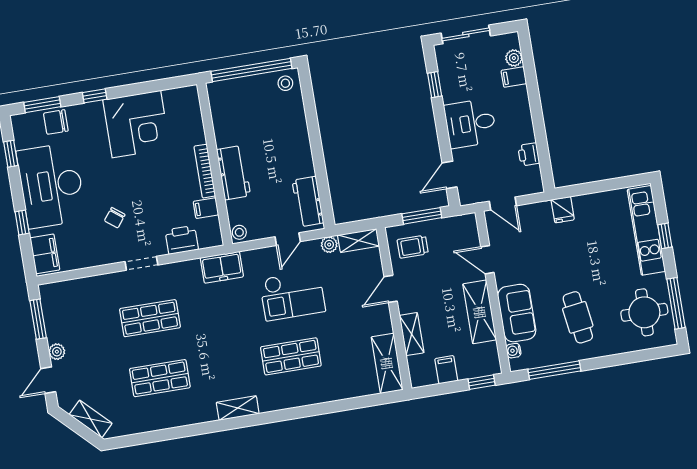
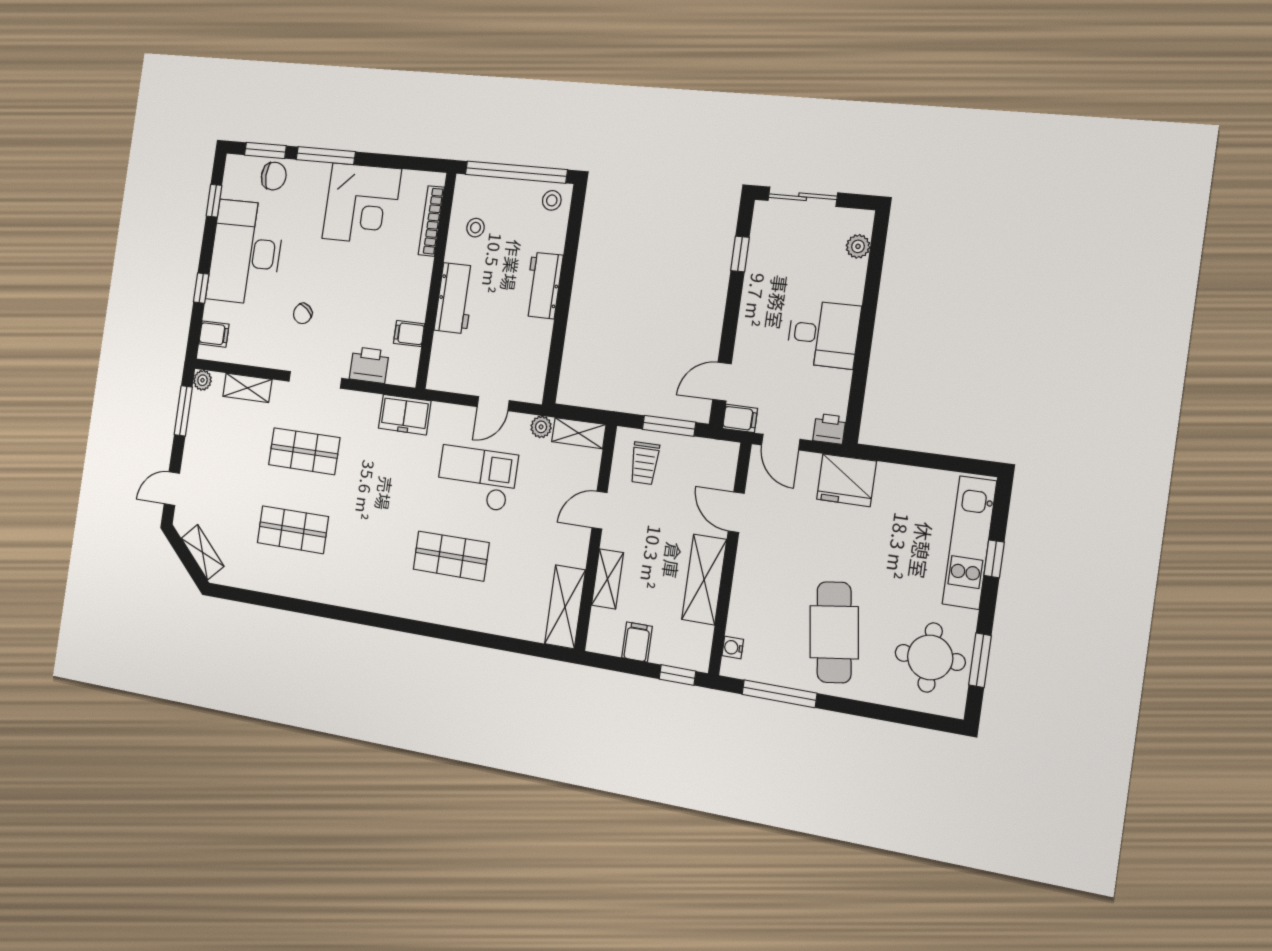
filing cabinet: (514, 77) -> (740, 418), moved, turned 180
window: (95, 96) -> (326, 156), width x2.17
chair: (56, 122) -> (274, 176), turned 180
desk: (470, 123) -> (823, 334), moved, turned 180
printer: (529, 154) -> (829, 429), moved, turned 90
bookcase: (205, 171) -> (431, 221), moved
workbench: (308, 202) -> (543, 285), moved
fridge: (563, 210) -> (846, 480), width x1.88, depth x1.34
stool: (239, 232) -> (475, 228), moved
trolley: (413, 247) -> (644, 463), turned -90
filing cabinet: (45, 254) -> (214, 334), width x0.50
doorway: (141, 263) -> (315, 380), width x1.38
checkout: (292, 295) -> (477, 478), turned 180
window: (676, 303) -> (980, 660), width x0.69
sofa: (517, 313) -> (753, 598), removed
cafe table: (578, 317) -> (834, 632), width x1.37, depth x1.35
plant: (57, 352) -> (202, 380), moved
shelving: (238, 408) -> (247, 388), moved

